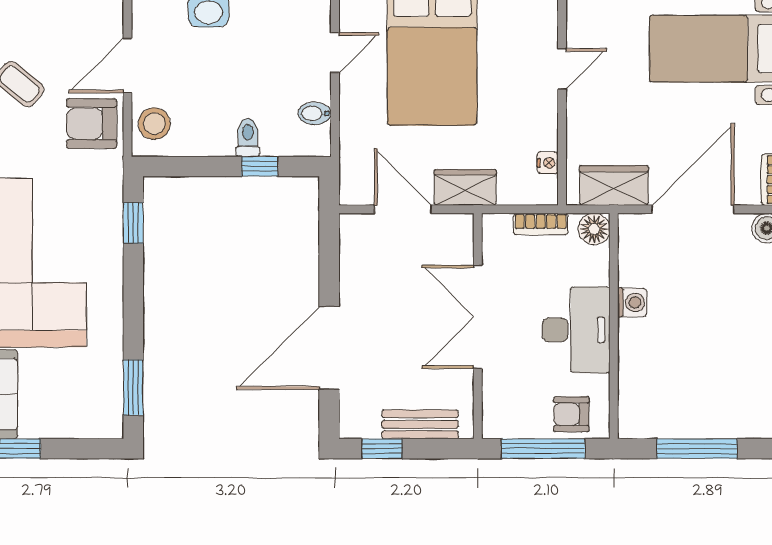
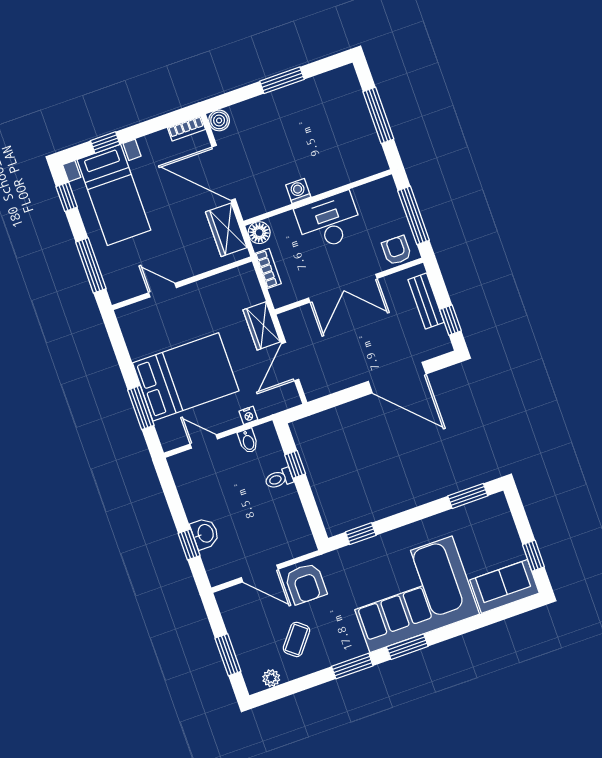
stool: (154, 124) -> (291, 543), removed
nightstand: (548, 163) -> (248, 415), moved, turned 180
armchair: (571, 414) -> (397, 250), moved, turned 180

